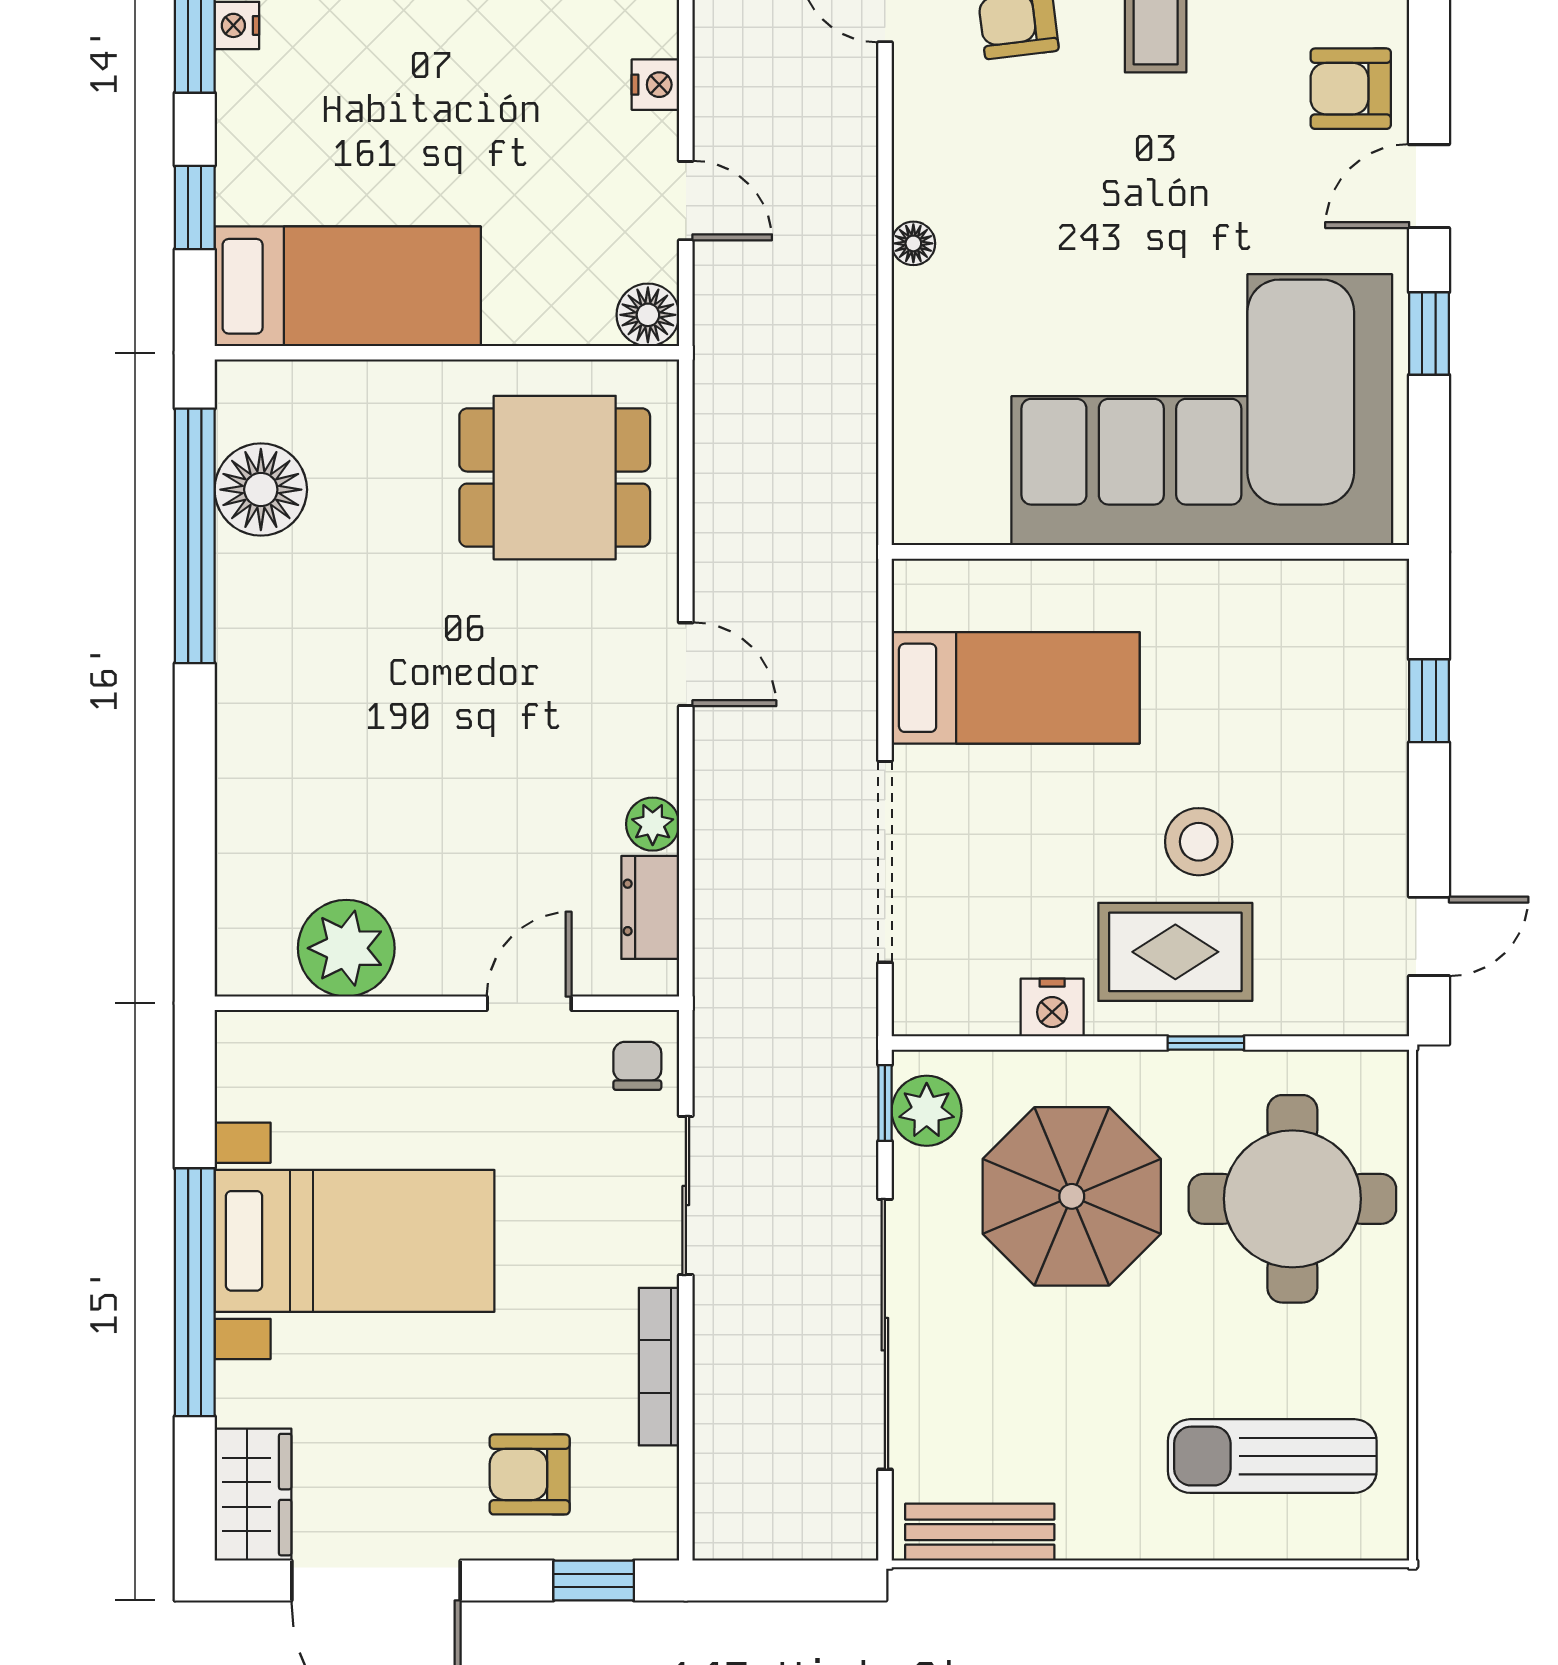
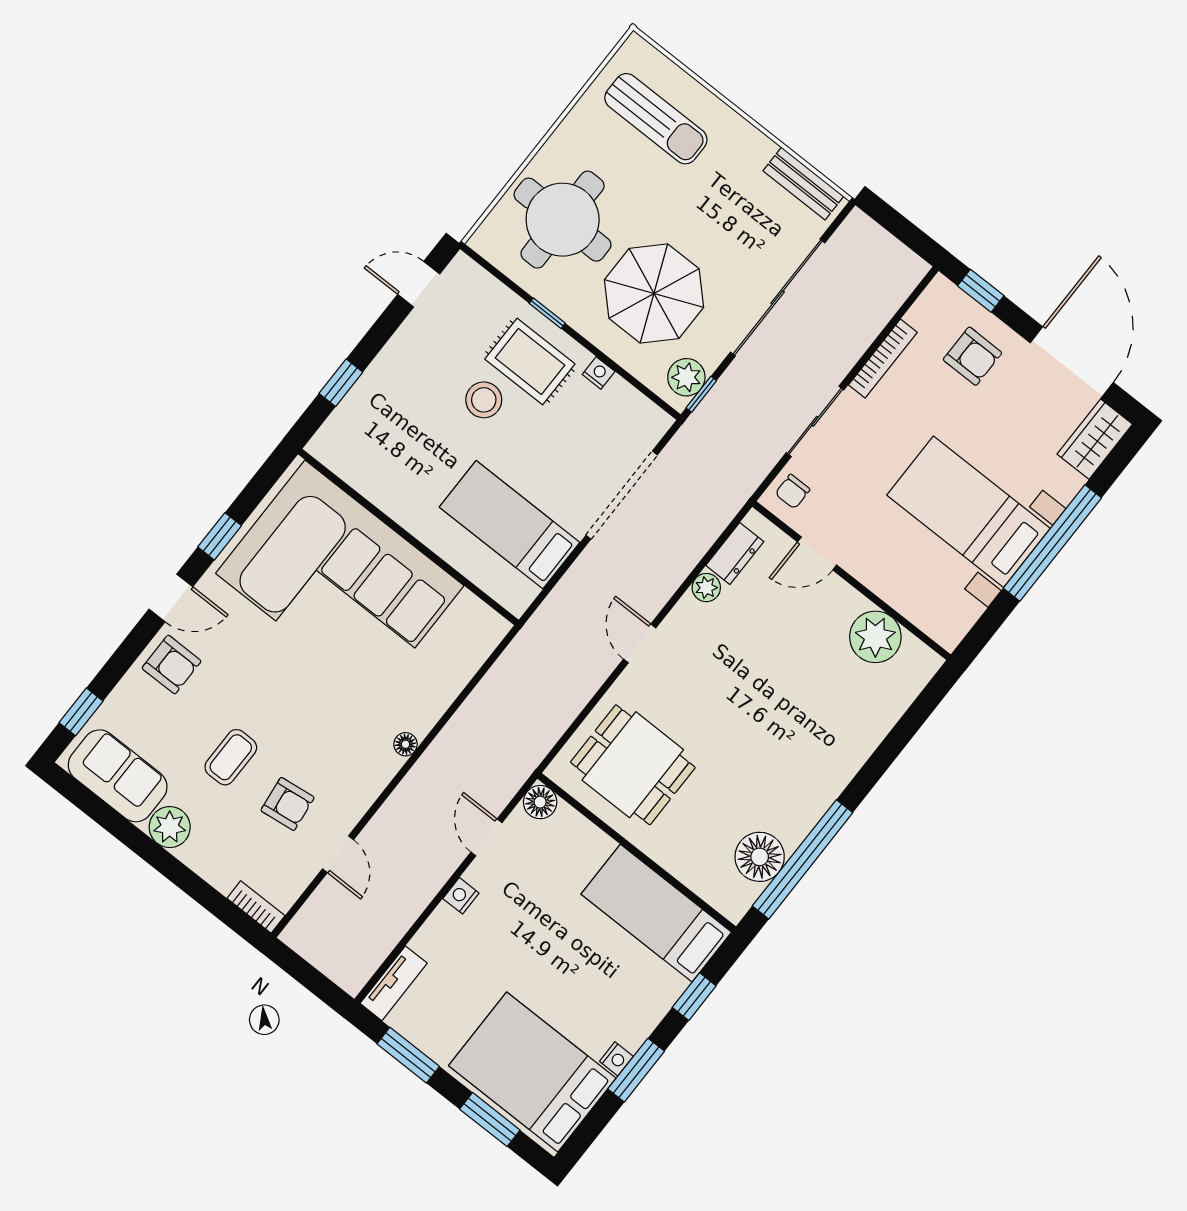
nightstand: (1052, 1007) -> (599, 373), width x0.72, depth x0.74

